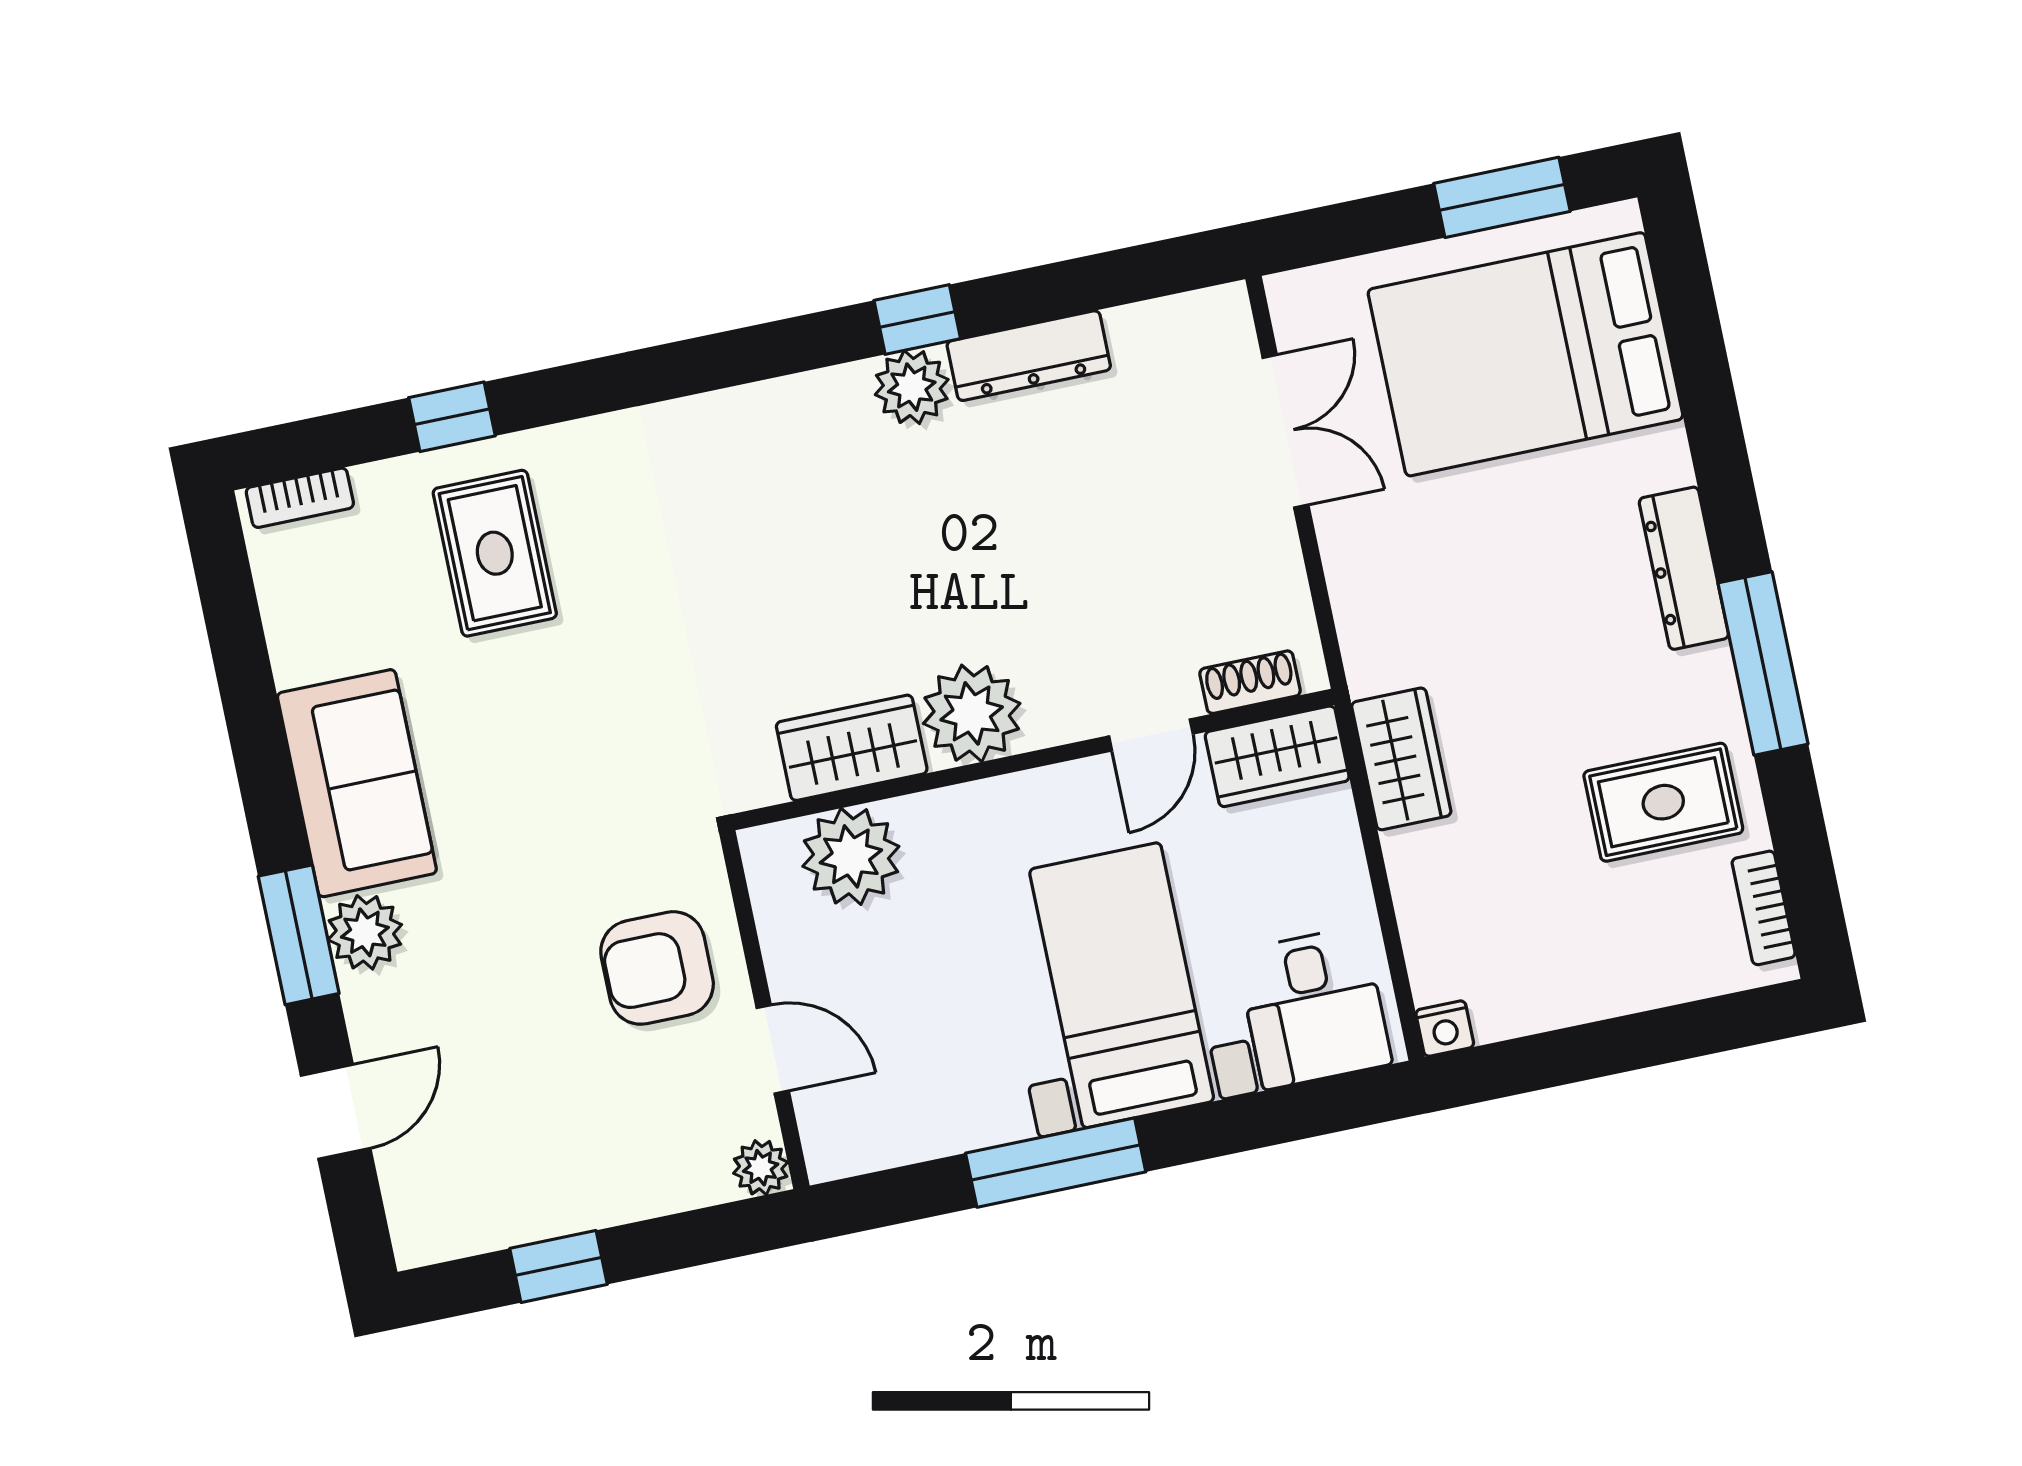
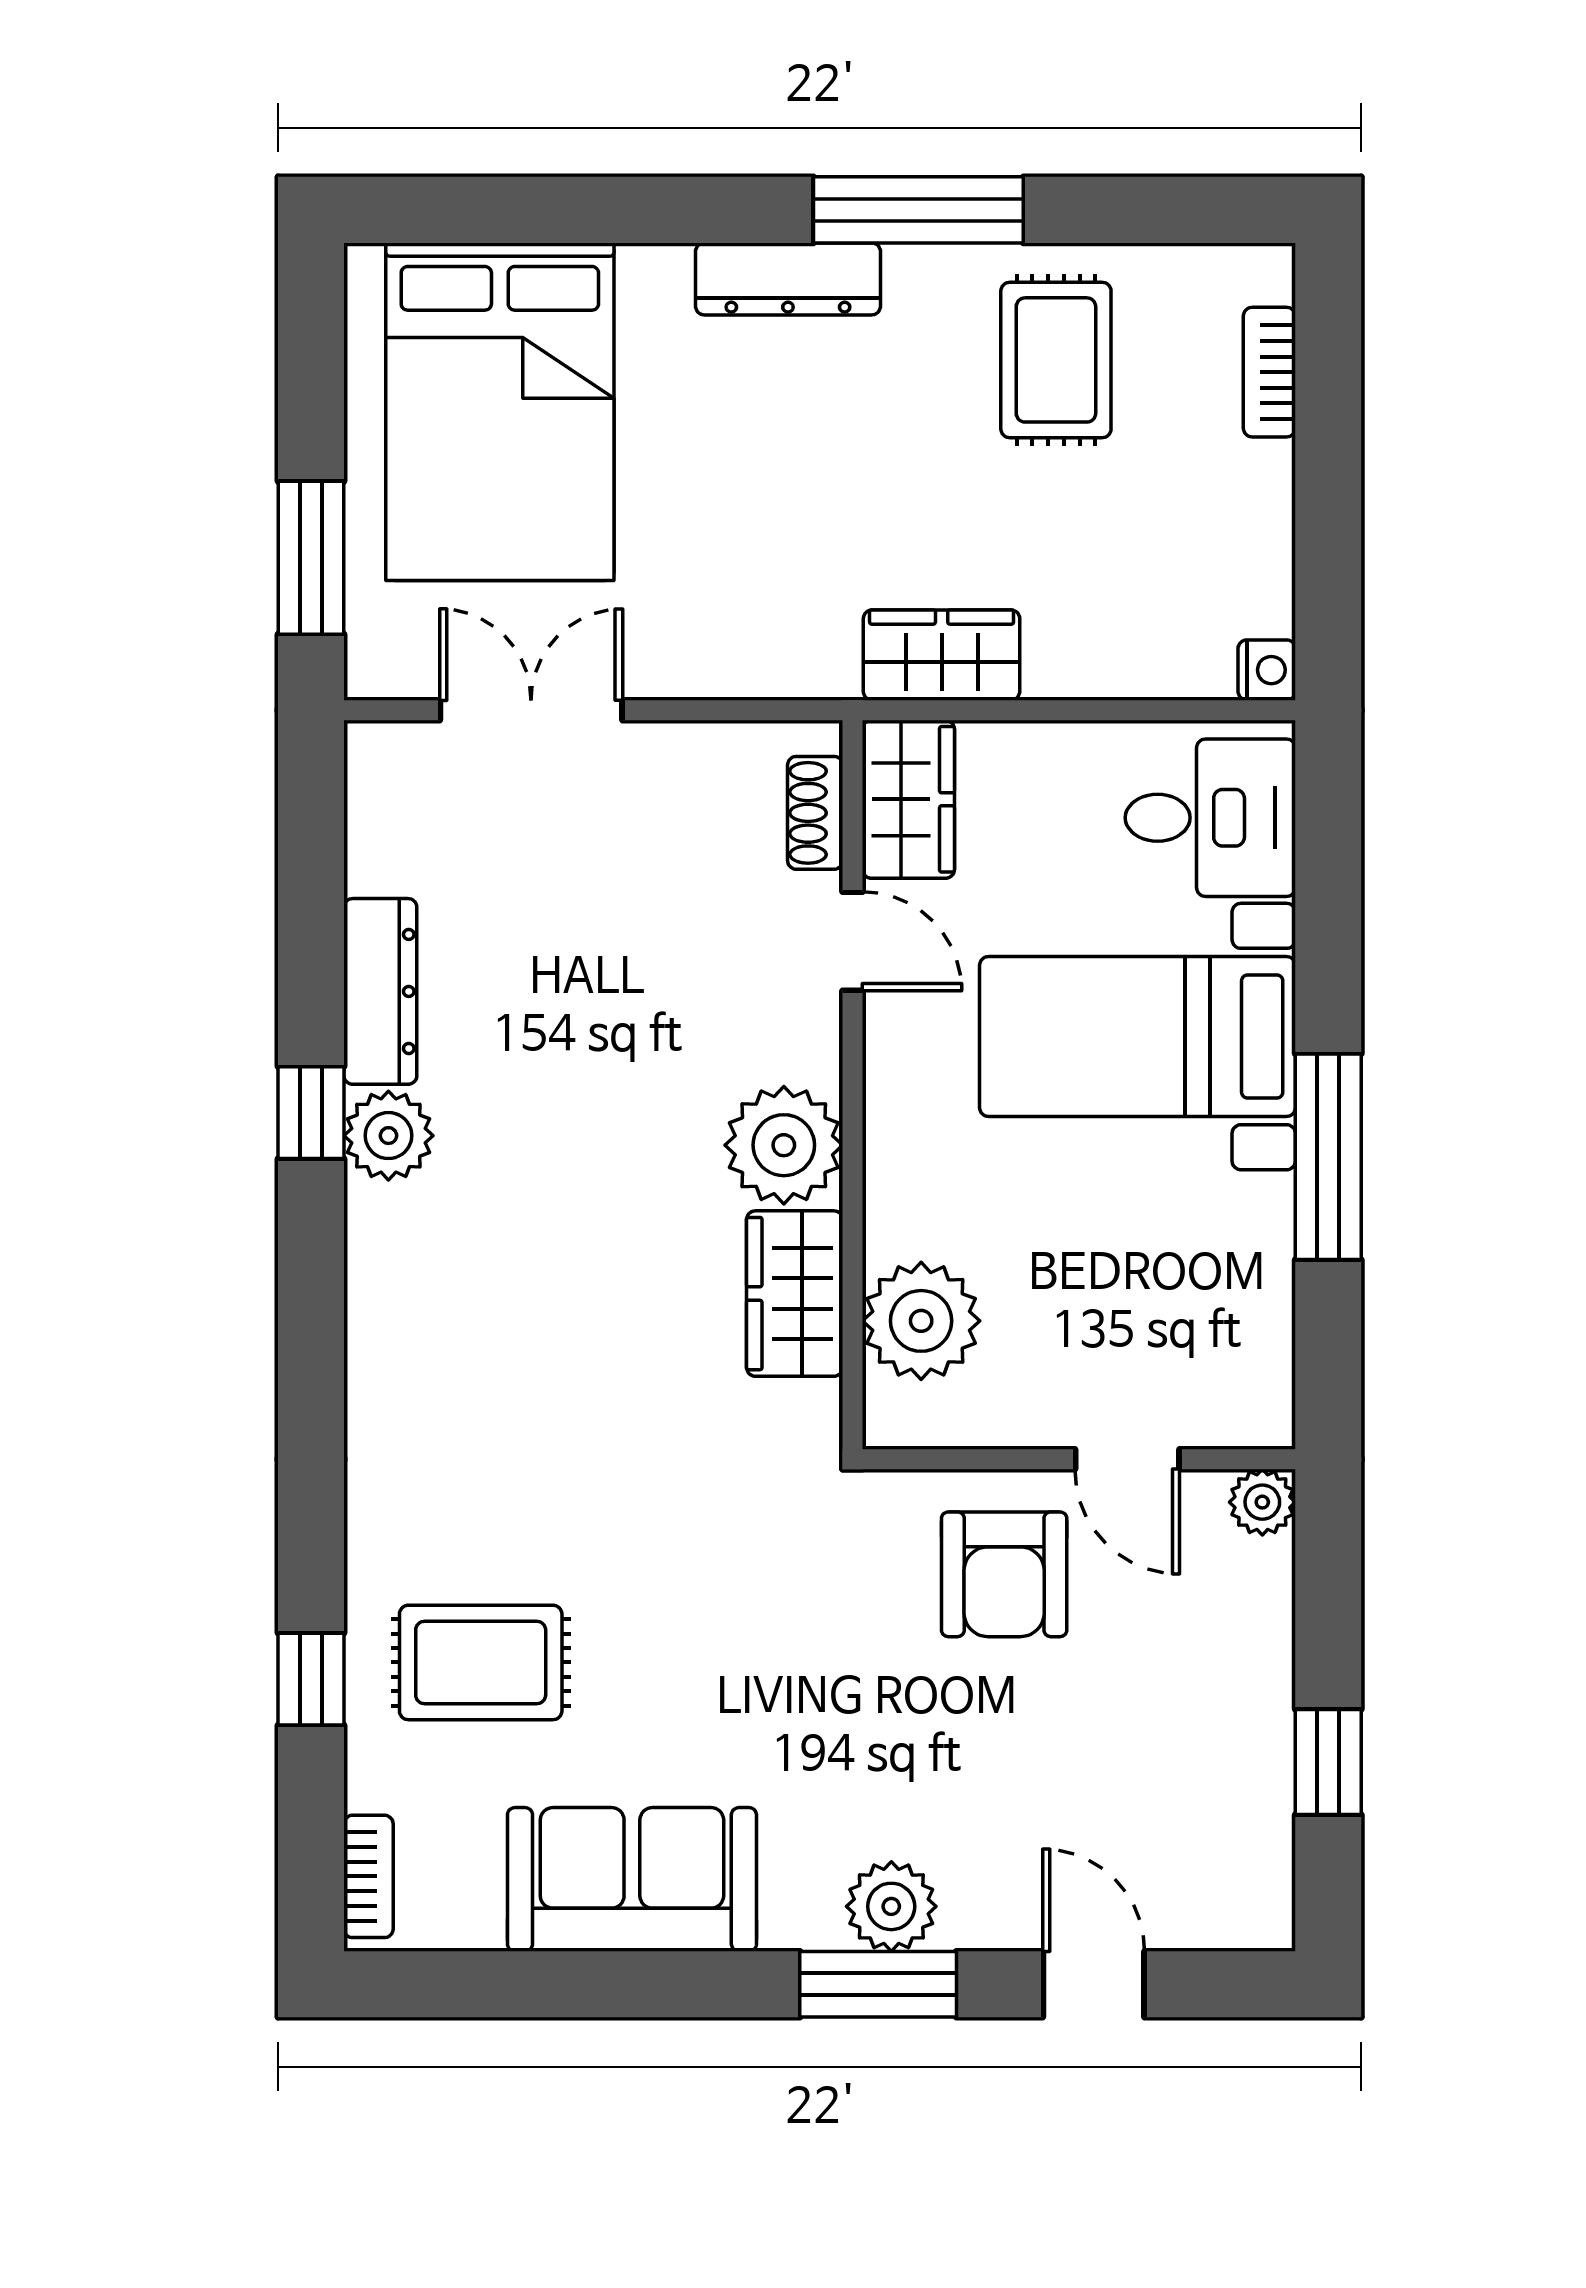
window: (1502, 197) -> (311, 558), moved
sofa: (357, 783) -> (632, 1879), moved
bookcase: (1764, 908) -> (1269, 372), moved, turned 90
door: (773, 1049) -> (1127, 1459), swing flipped

